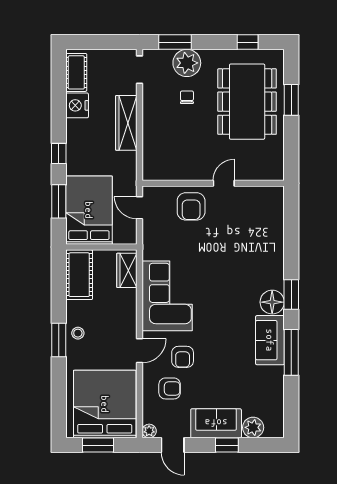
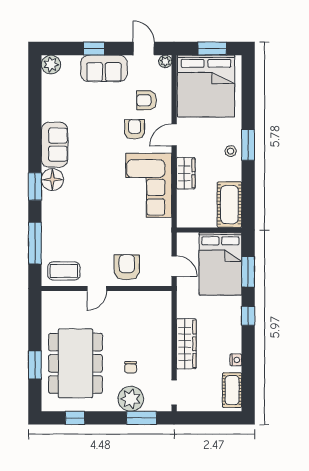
nightstand: (77, 105) -> (236, 360), width x0.53, depth x0.56
coffee table: (260, 202) -> (64, 271), added
wardrobe: (127, 270) -> (186, 173), moved
window: (291, 352) -> (35, 243), moved
plant: (253, 427) -> (51, 65), moved

